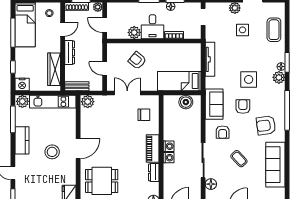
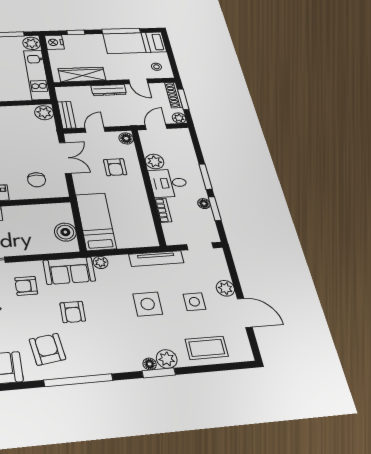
floor lamp: (113, 48) -> (126, 138), added
tv unit: (210, 59) -> (156, 259), moved
armchair: (137, 60) -> (115, 167), turned 140
plant: (279, 77) -> (167, 359), moved
side table: (249, 79) -> (148, 304), moved
plant: (210, 83) -> (101, 262), added
bench: (77, 86) -> (67, 115), moved
armchair: (243, 107) -> (73, 312), turned 90

